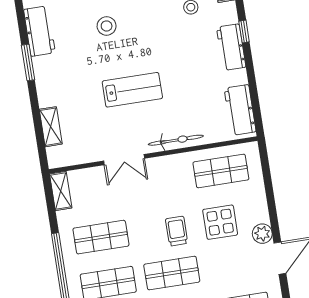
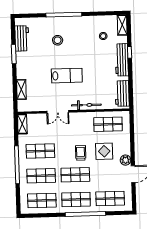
workbench: (231, 47) -> (122, 60), width x1.38

